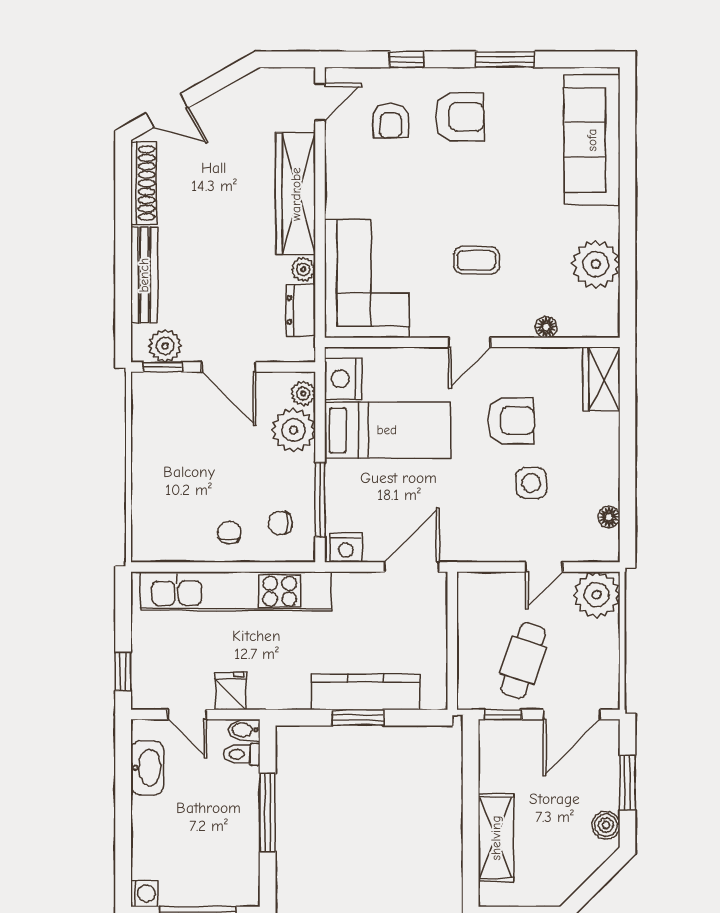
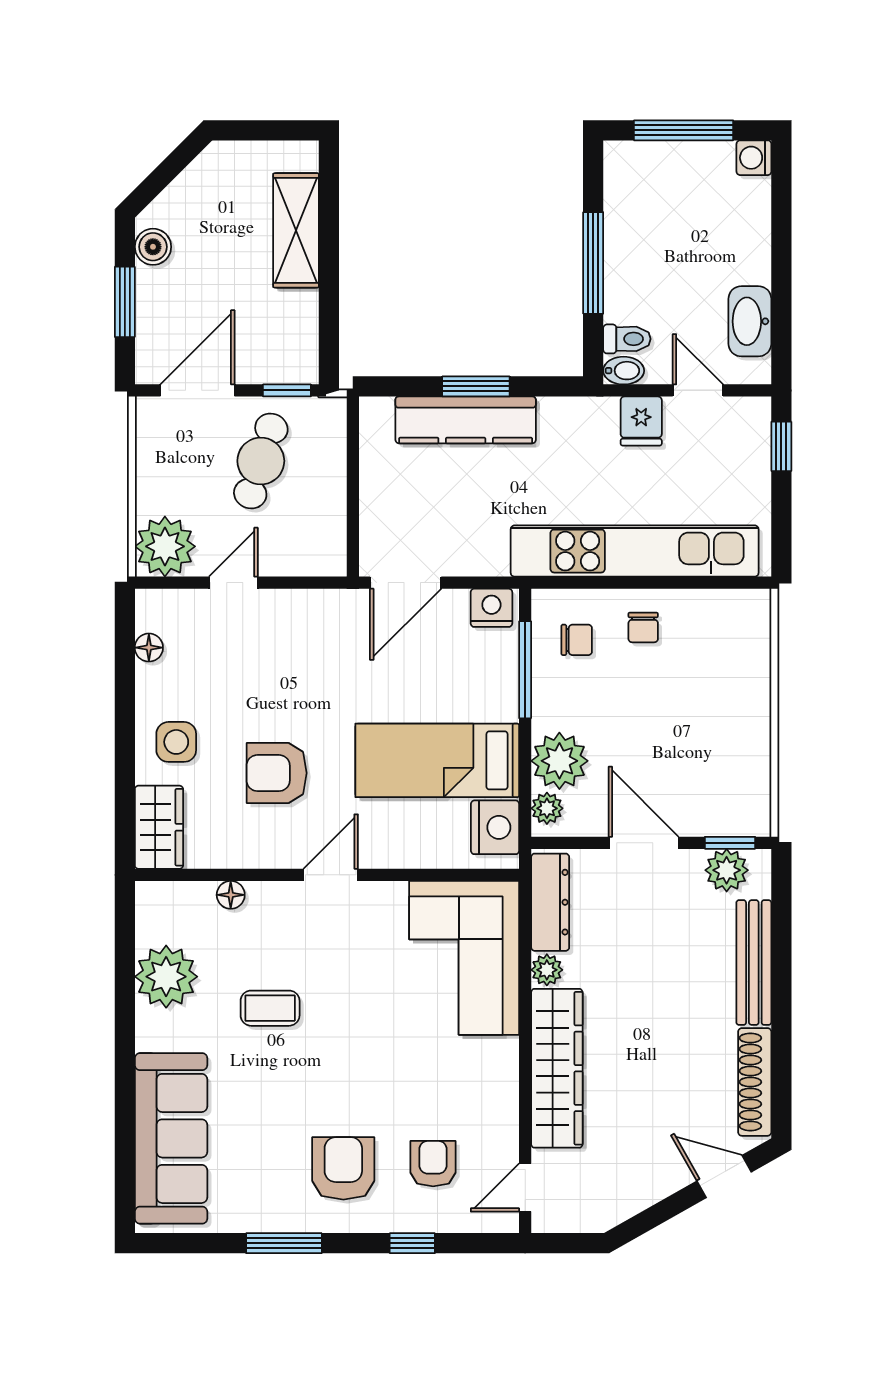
armchair: (460, 117) -> (343, 1168), turned 90
coffee table: (476, 260) -> (270, 1008), moved
dresser: (301, 310) -> (550, 902), width x1.44
side table: (531, 483) -> (176, 742), moved

